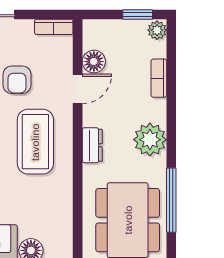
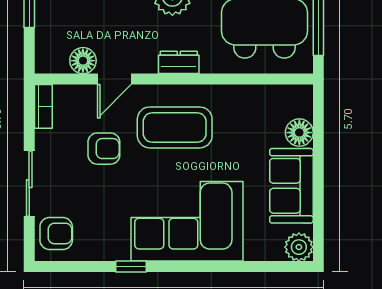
door: (78, 89) -> (114, 79), swing flipped

